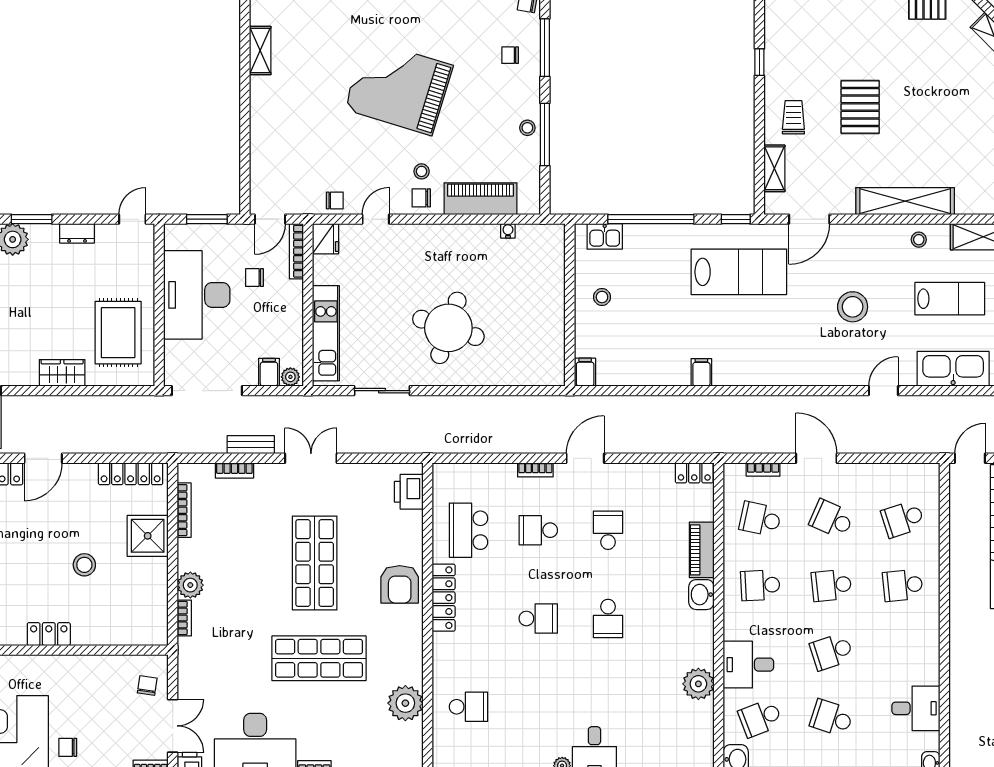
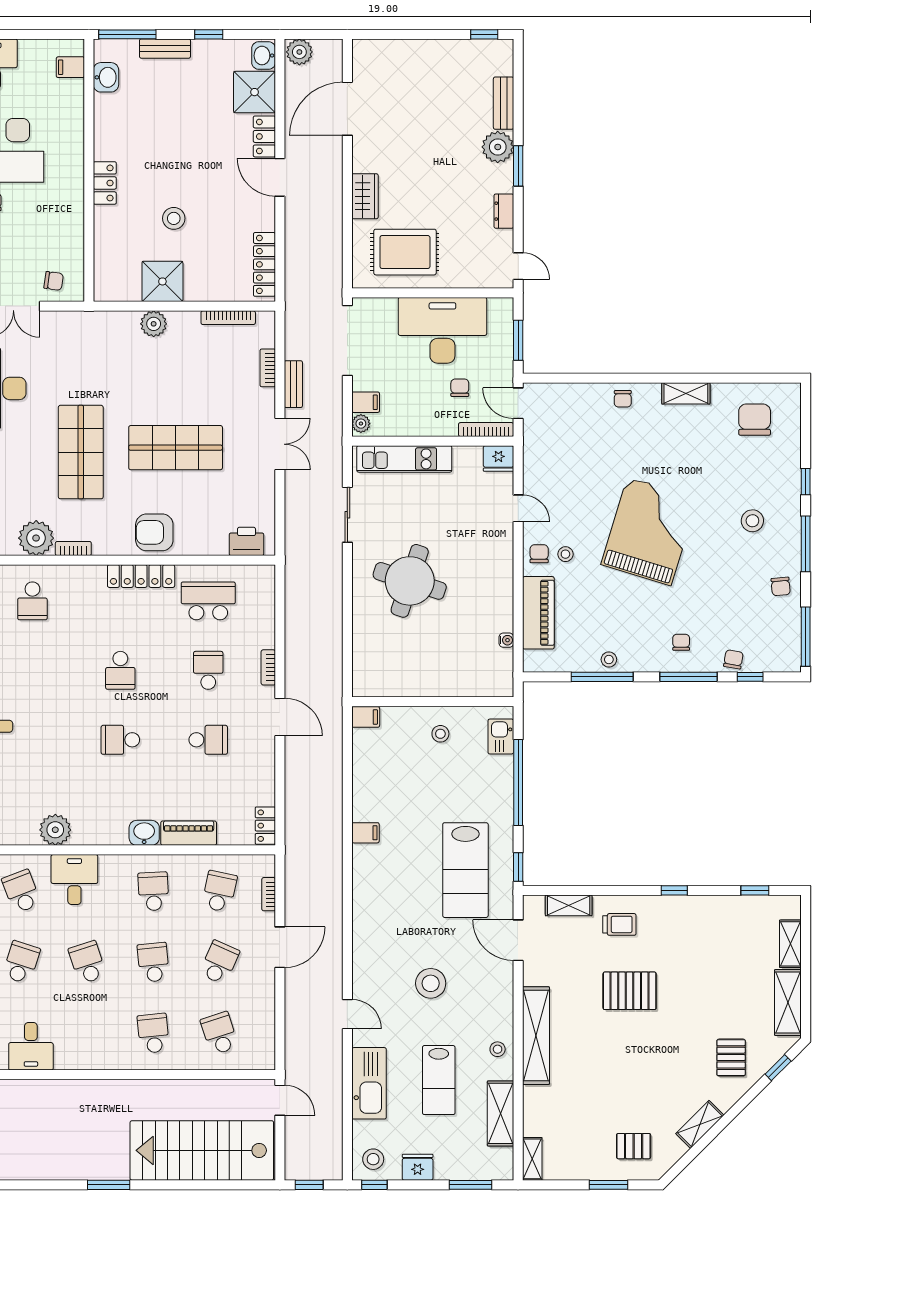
chair: (335, 200) -> (623, 399), moved
shower: (148, 536) -> (162, 281), moved
bookcase: (184, 618) -> (73, 549), moved, turned 180

